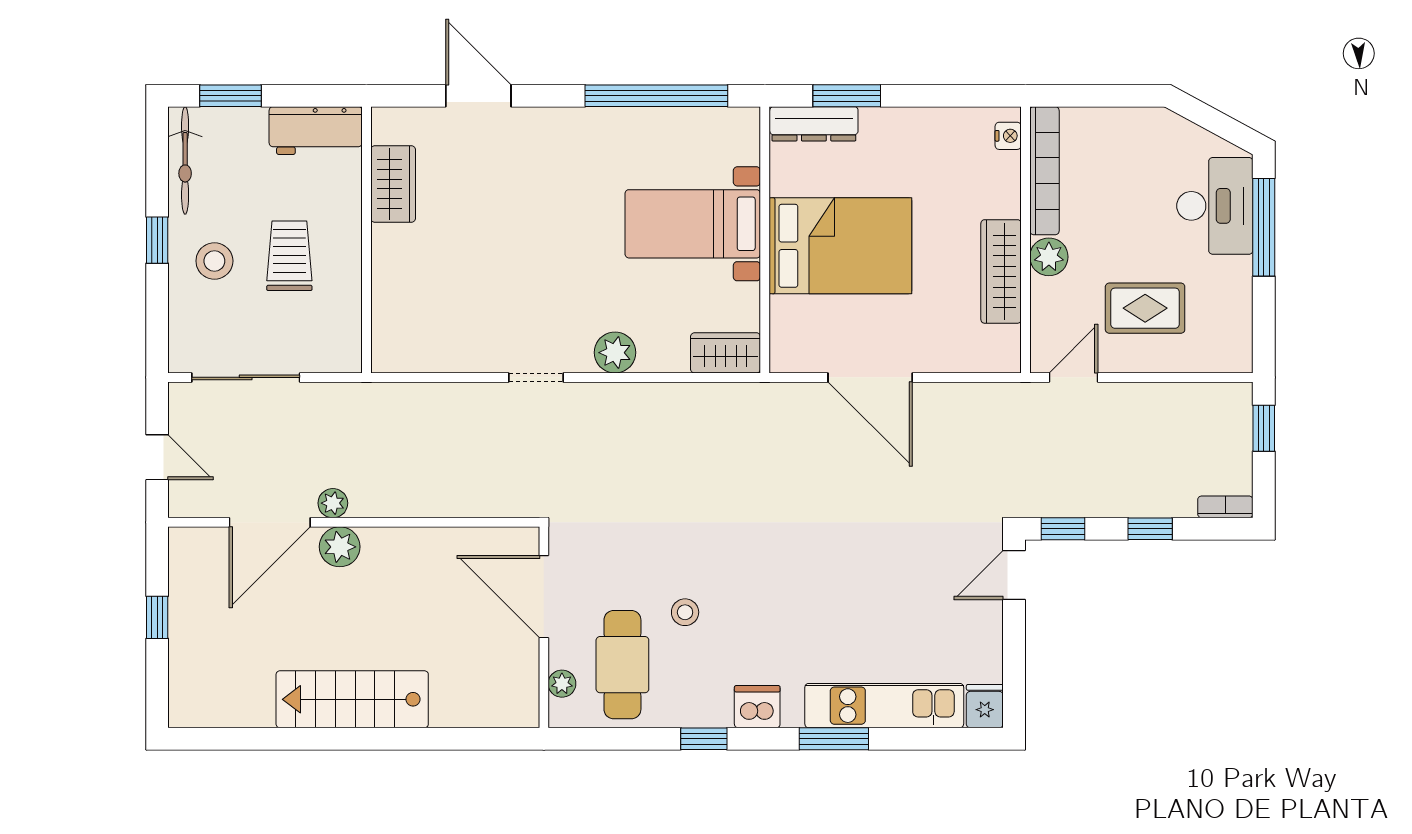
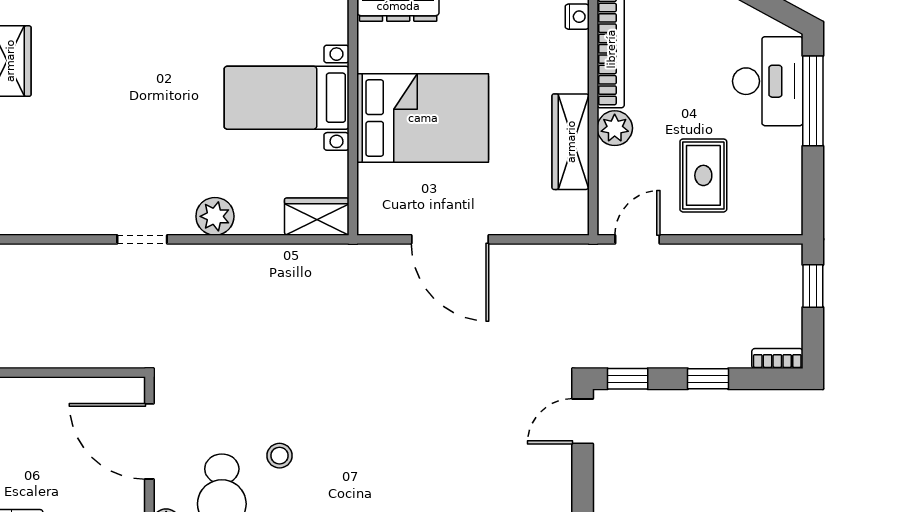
rug: (1145, 308) -> (703, 175), turned 90

